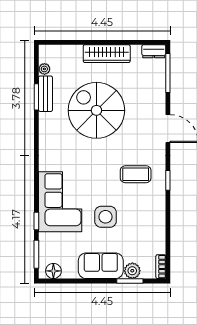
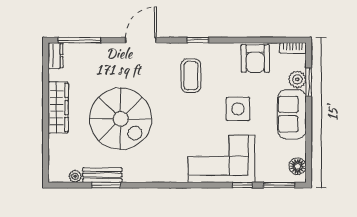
spiral stairs: (96, 110) -> (121, 119), turned -90
armchair: (151, 233) -> (255, 58), added

